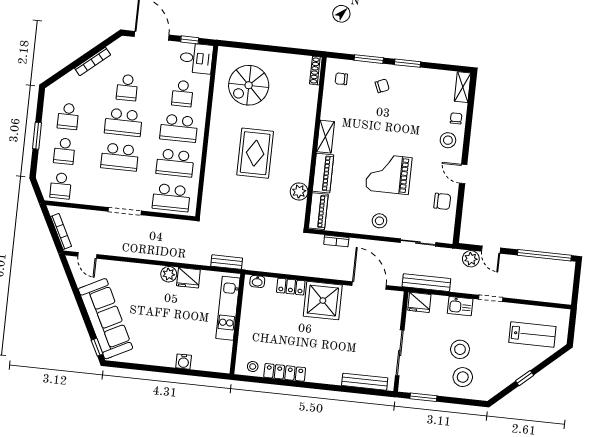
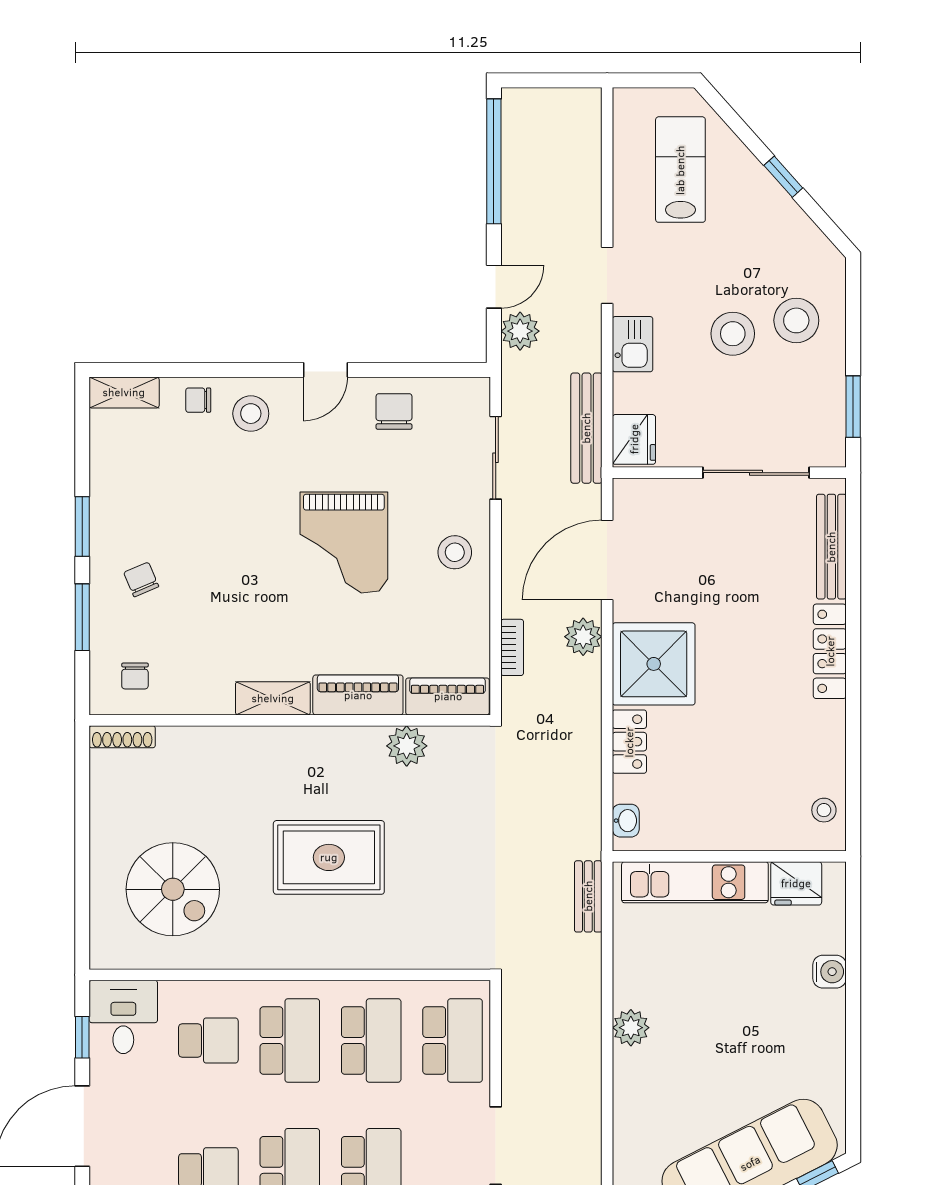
plant: (338, 272) -> (583, 637), added
fridge: (188, 278) -> (796, 883), moved, turned 90
locker: (285, 372) -> (830, 651), moved

